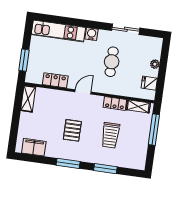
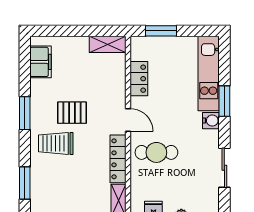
window: (79, 23) -> (224, 101), added
cafe table: (112, 62) -> (156, 152), moved
locker: (115, 103) -> (118, 159), width x1.53
trolley: (110, 135) -> (56, 143), moved
window: (105, 169) -> (25, 183), moved

